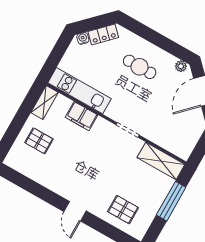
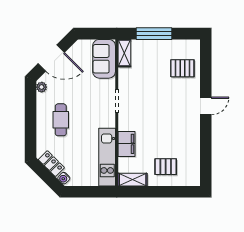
pallet: (39, 141) -> (166, 167), turned 90
sofa: (174, 141) -> (104, 59), added
shelving: (161, 161) -> (124, 53), width x0.67, depth x0.75
pallet: (123, 210) -> (182, 68), turned 90

